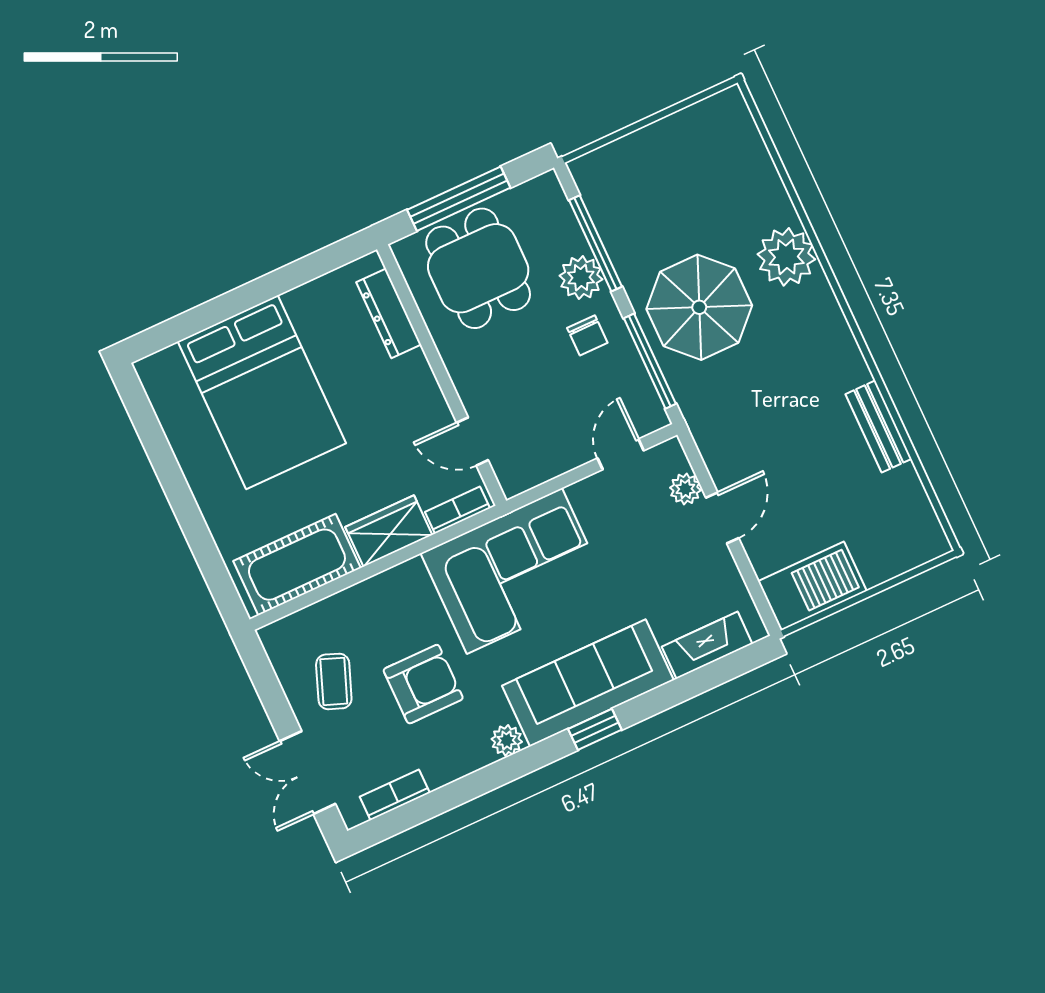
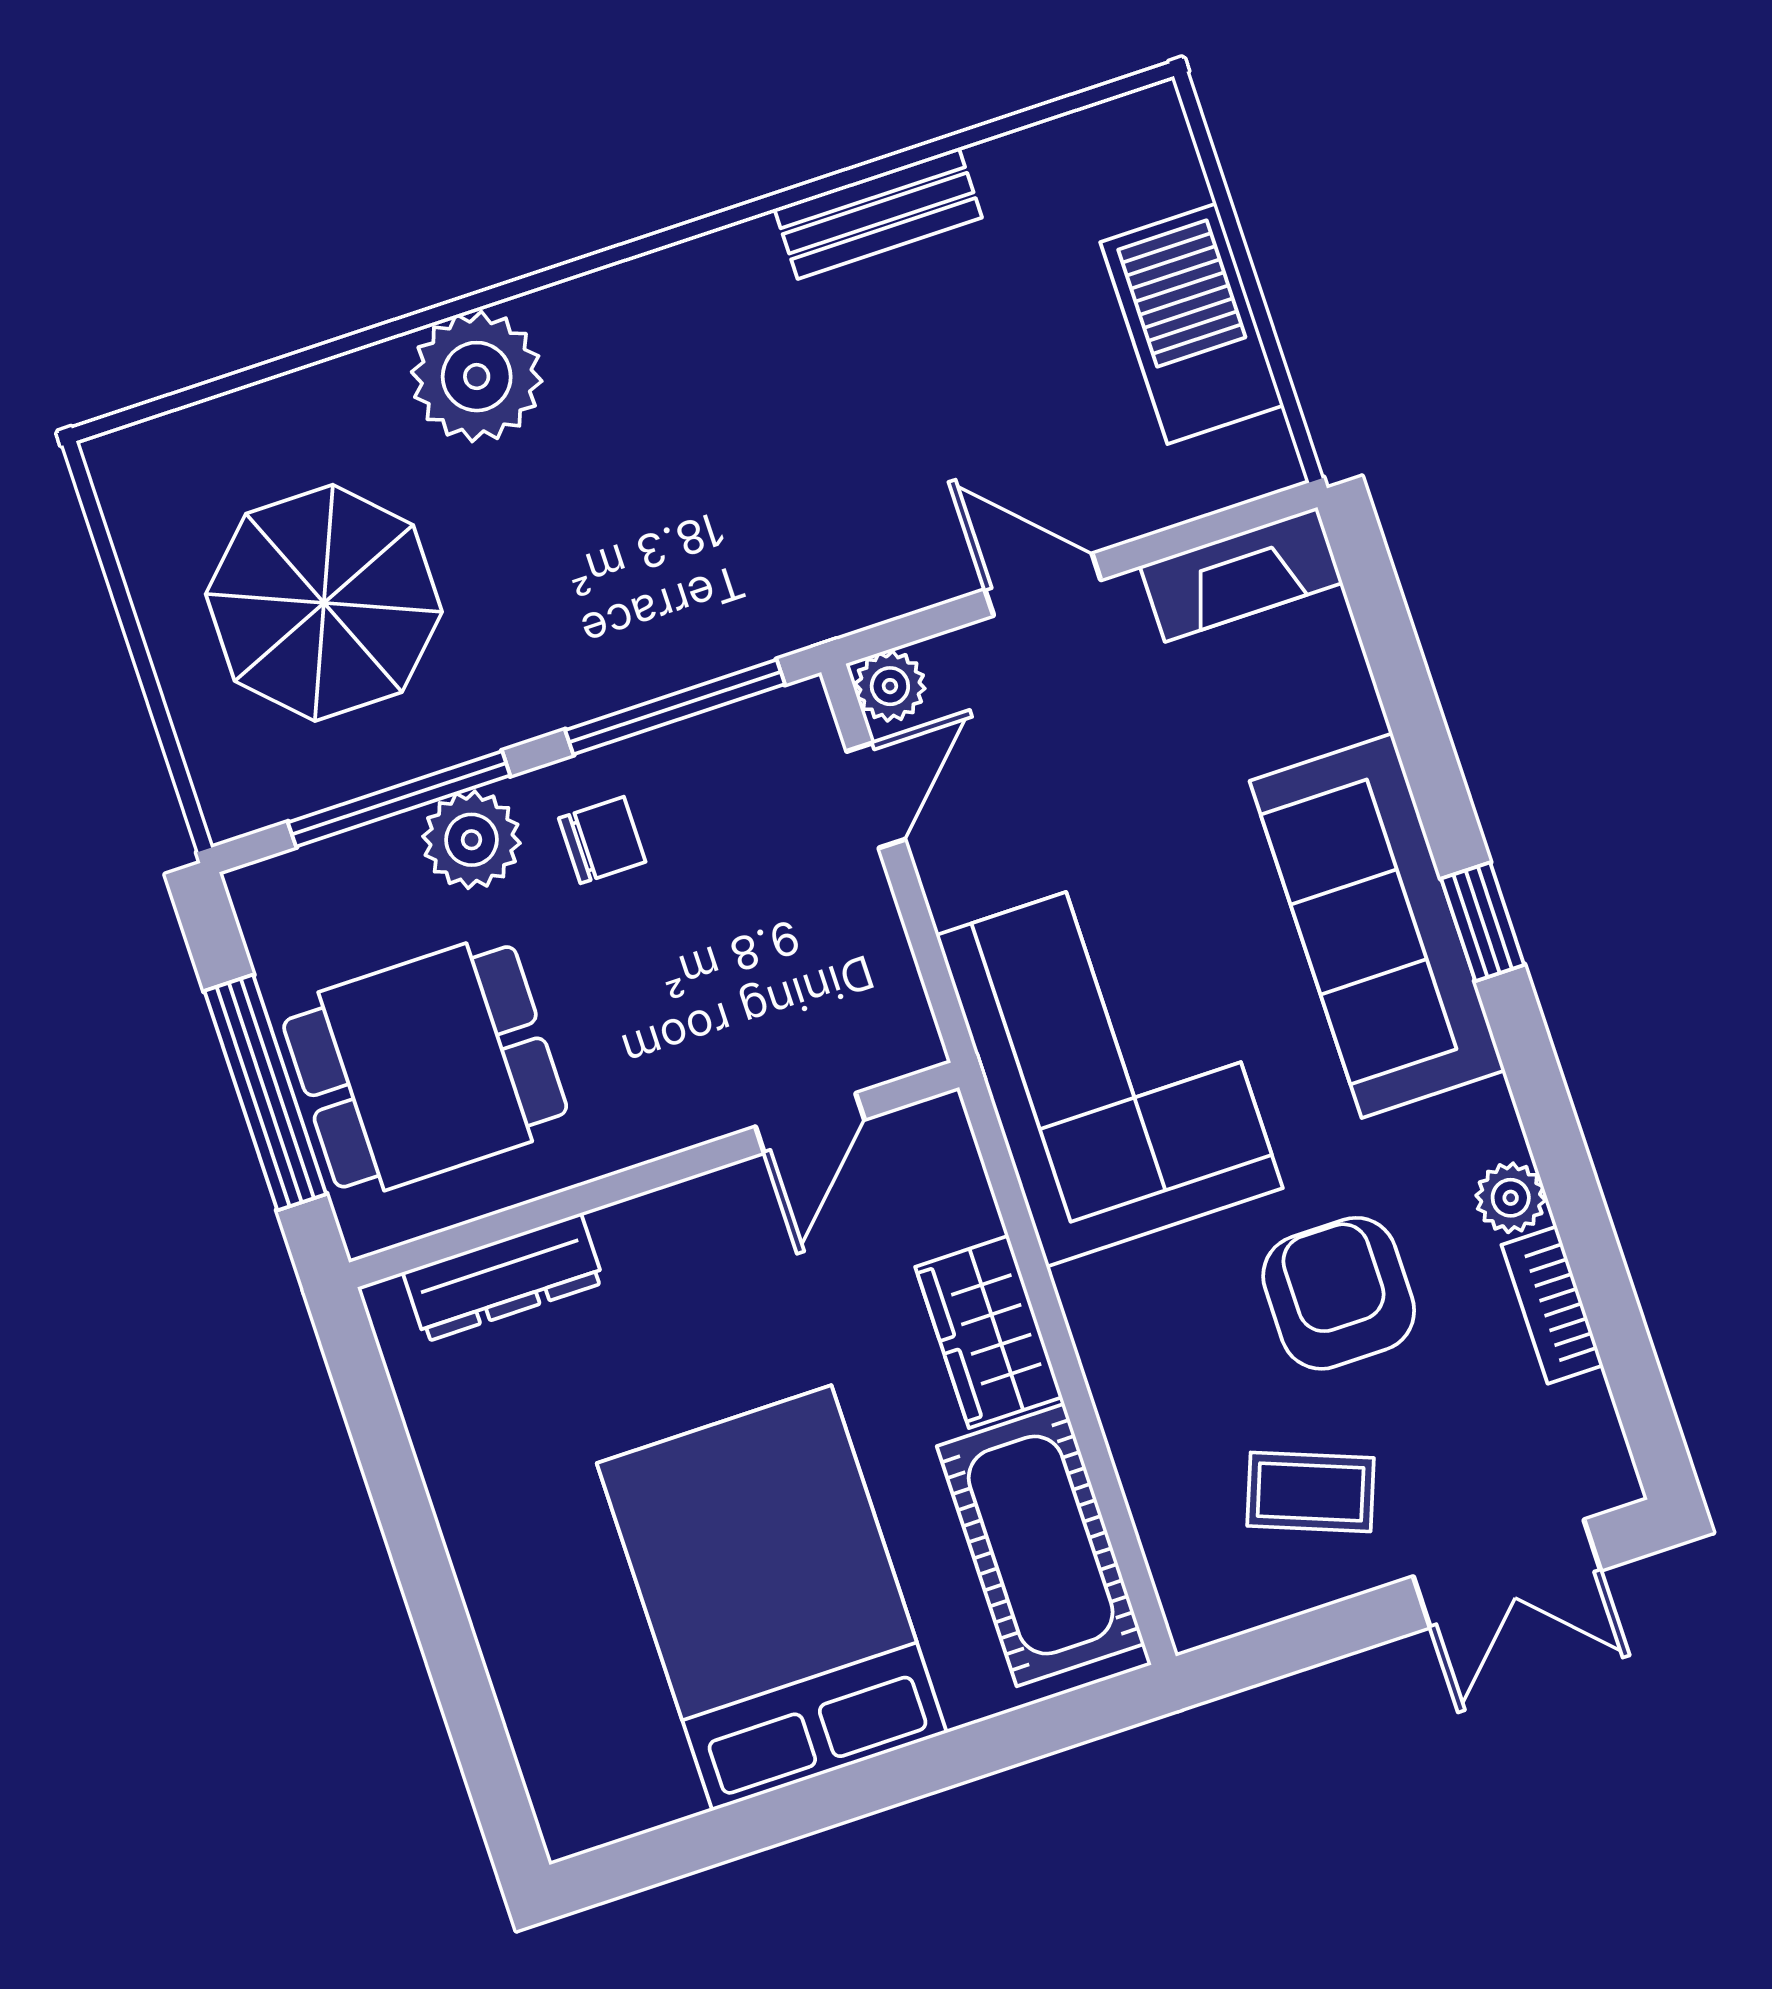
parasol: (699, 307) -> (324, 603), moved
bed: (262, 392) -> (772, 1598), moved, turned -90
door: (621, 454) -> (876, 795), swing flipped
plant: (685, 489) -> (890, 686), moved
bookcase: (458, 510) -> (959, 1173), removed
barbecue: (812, 586) -> (1192, 324), moved
fireplace: (707, 645) -> (1241, 574), moved, turned -90
plant: (507, 740) -> (1511, 1198), moved
bookcase: (395, 795) -> (1552, 1305), moved

